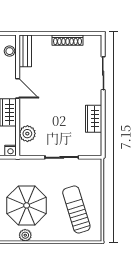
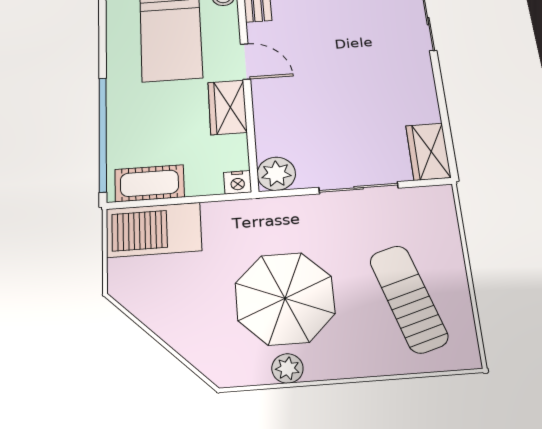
wardrobe: (94, 119) -> (428, 152), moved
plant: (27, 134) -> (276, 174), moved

